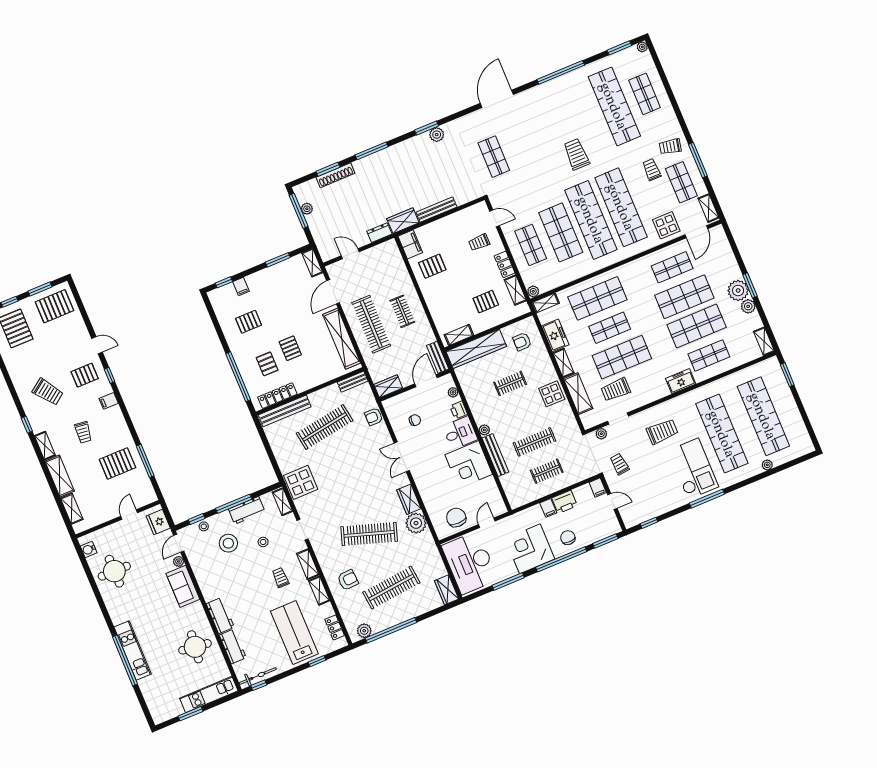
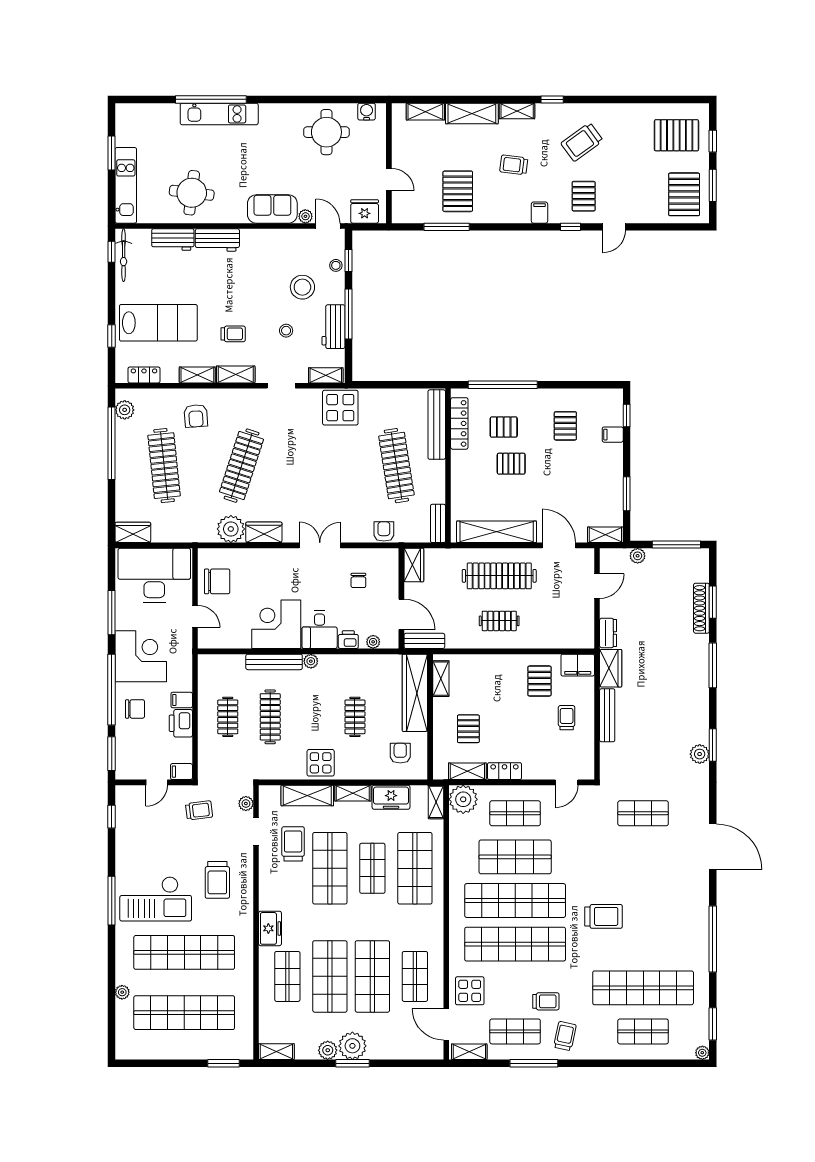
plant: (307, 209) -> (638, 556), moved
trolley: (479, 242) -> (567, 718), moved
plant: (533, 291) -> (463, 799), width x1.87, depth x1.87

